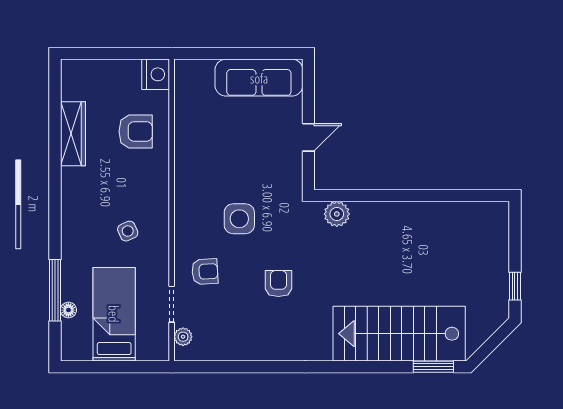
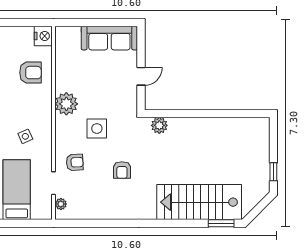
plant: (192, 180) -> (66, 104), added
armchair: (278, 284) -> (122, 170), turned 180

